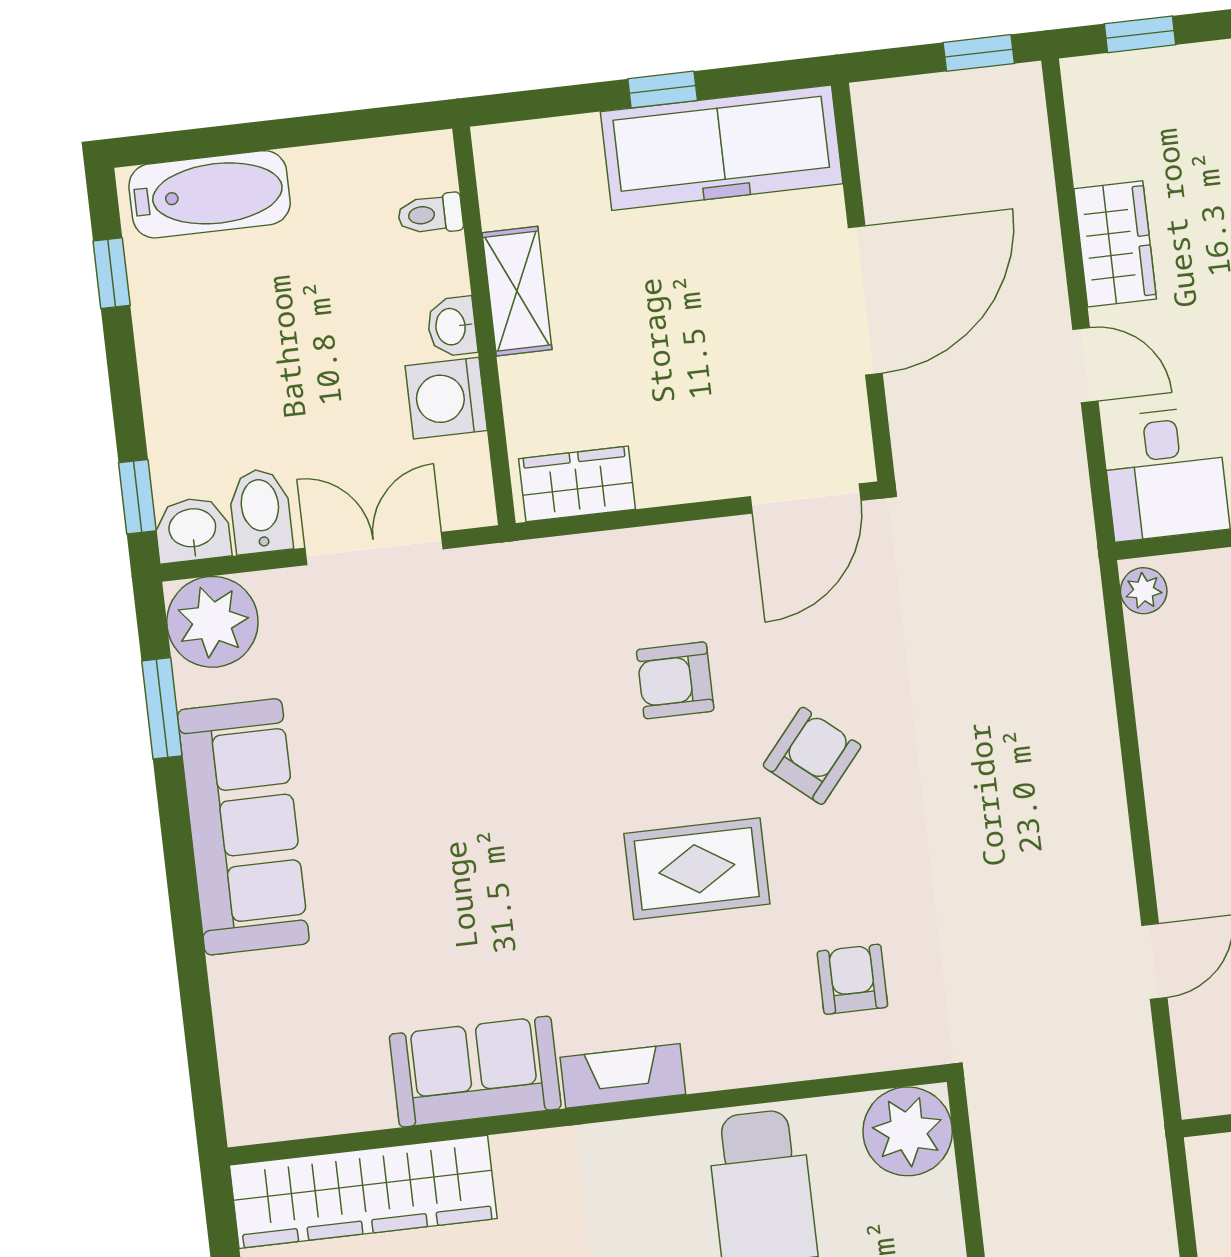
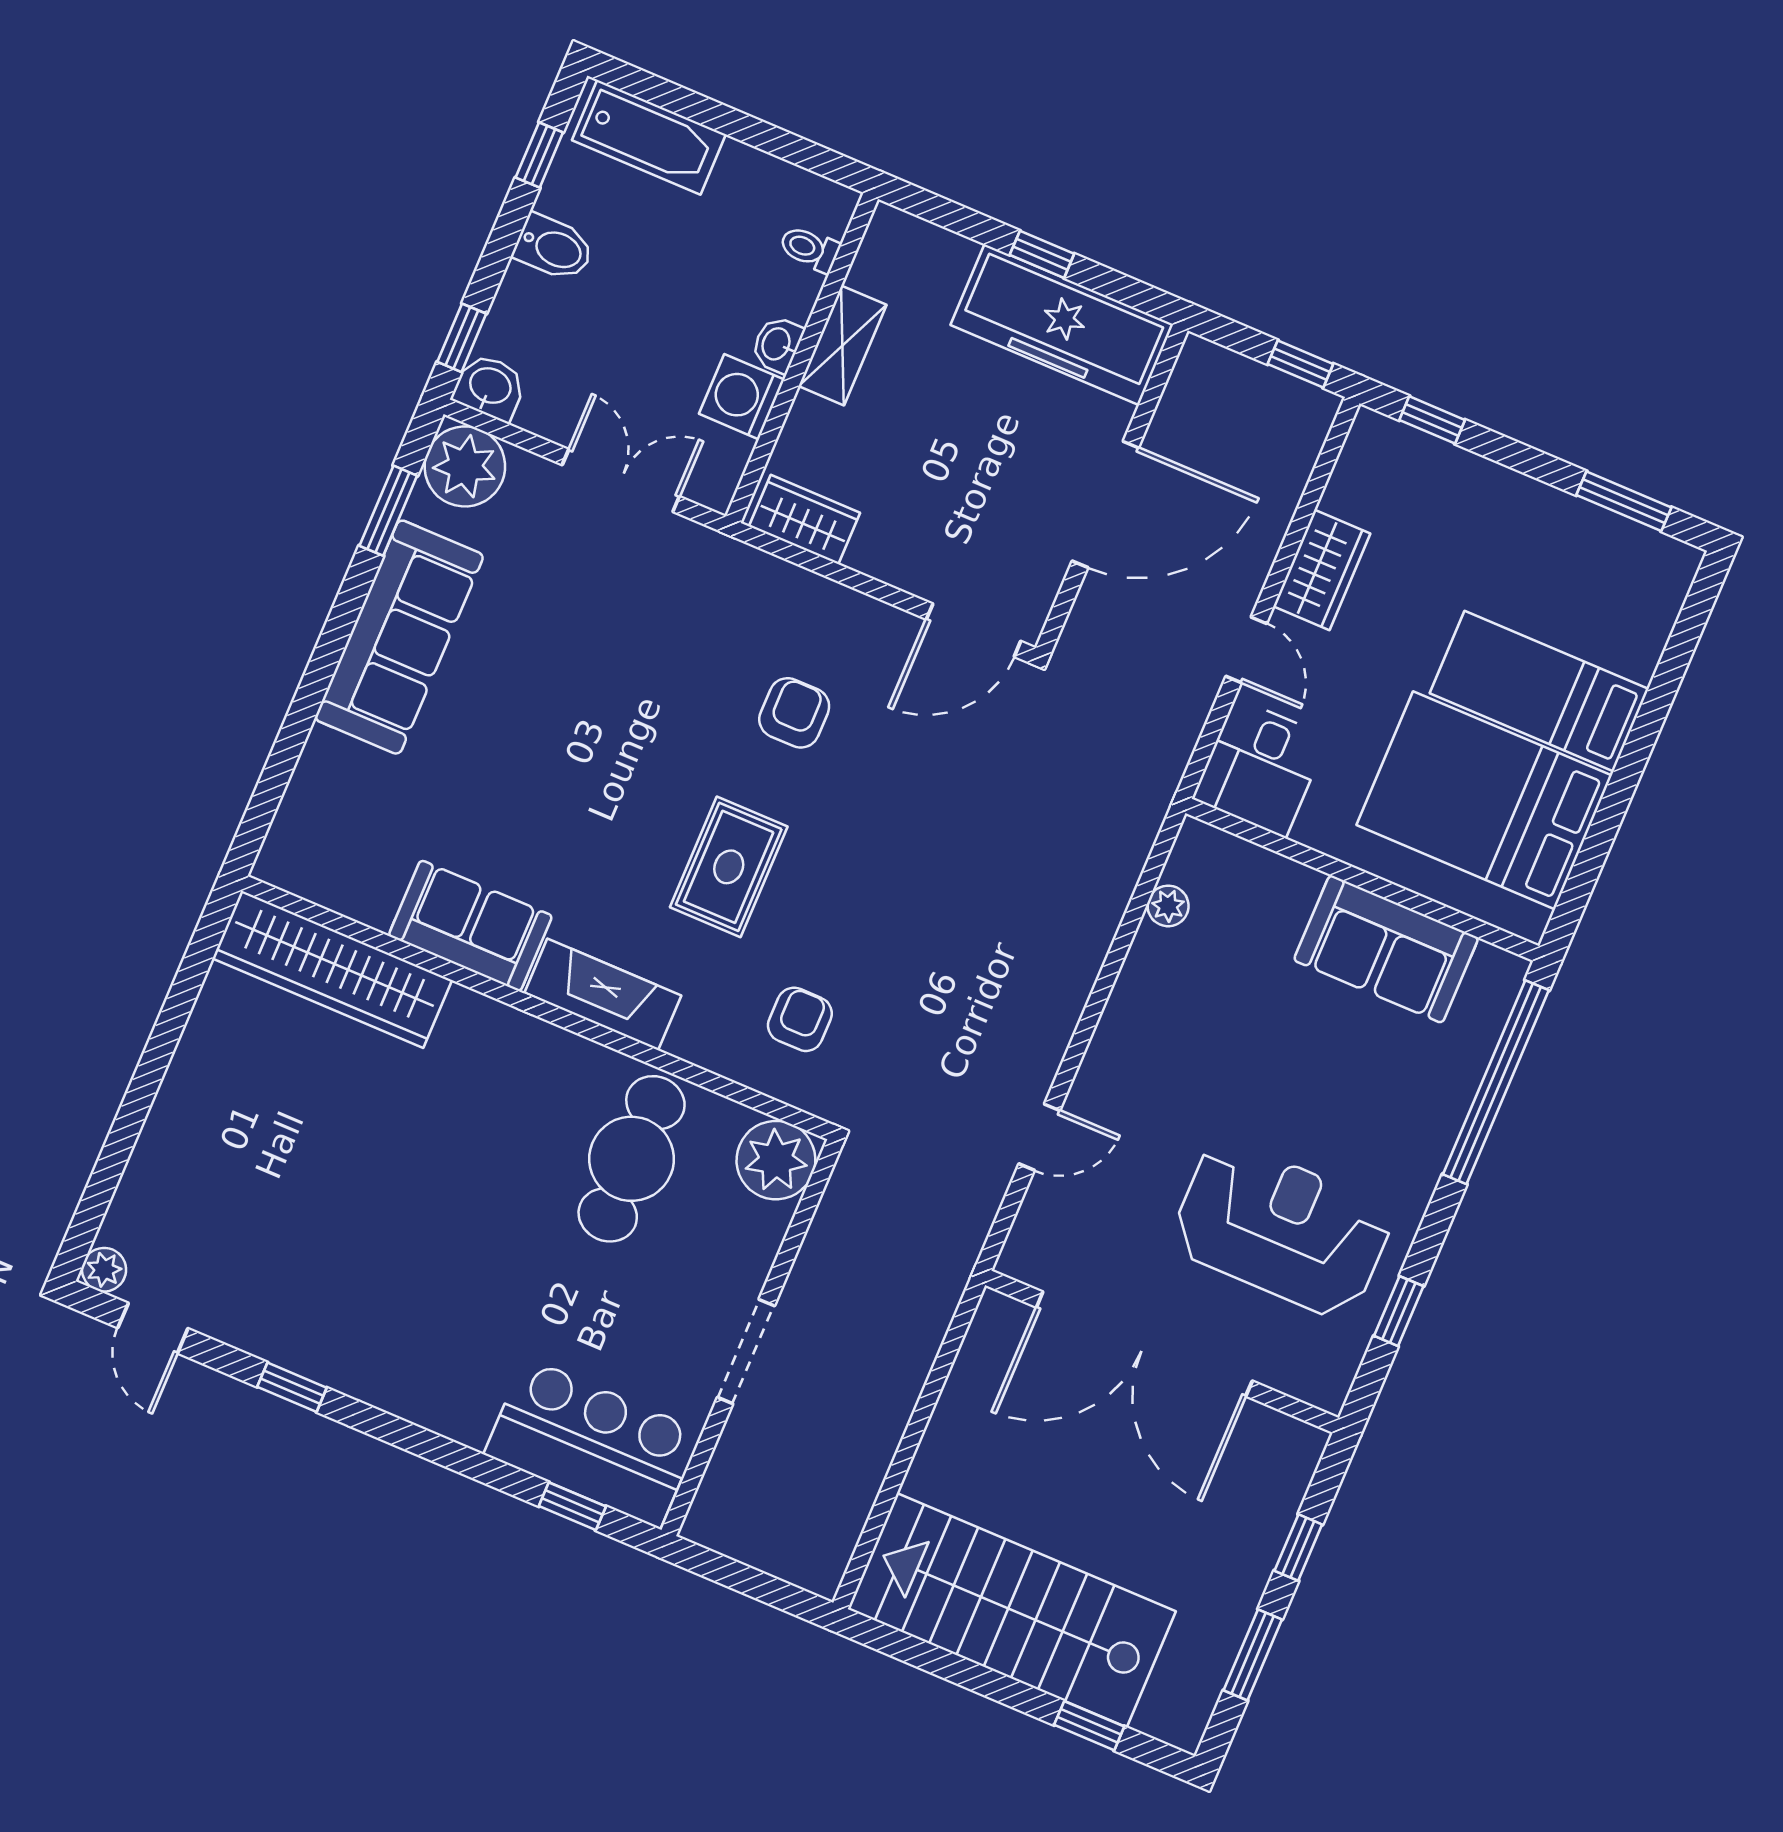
bidet: (260, 511) -> (554, 248), moved, turned 90
plant: (1144, 591) -> (1168, 906), moved
armchair: (675, 680) -> (794, 713), turned 90
armchair: (812, 756) -> (866, 830), removed
rug: (697, 869) -> (729, 867), turned 90
fireplace: (623, 1076) -> (603, 994), width x1.37, depth x1.32

